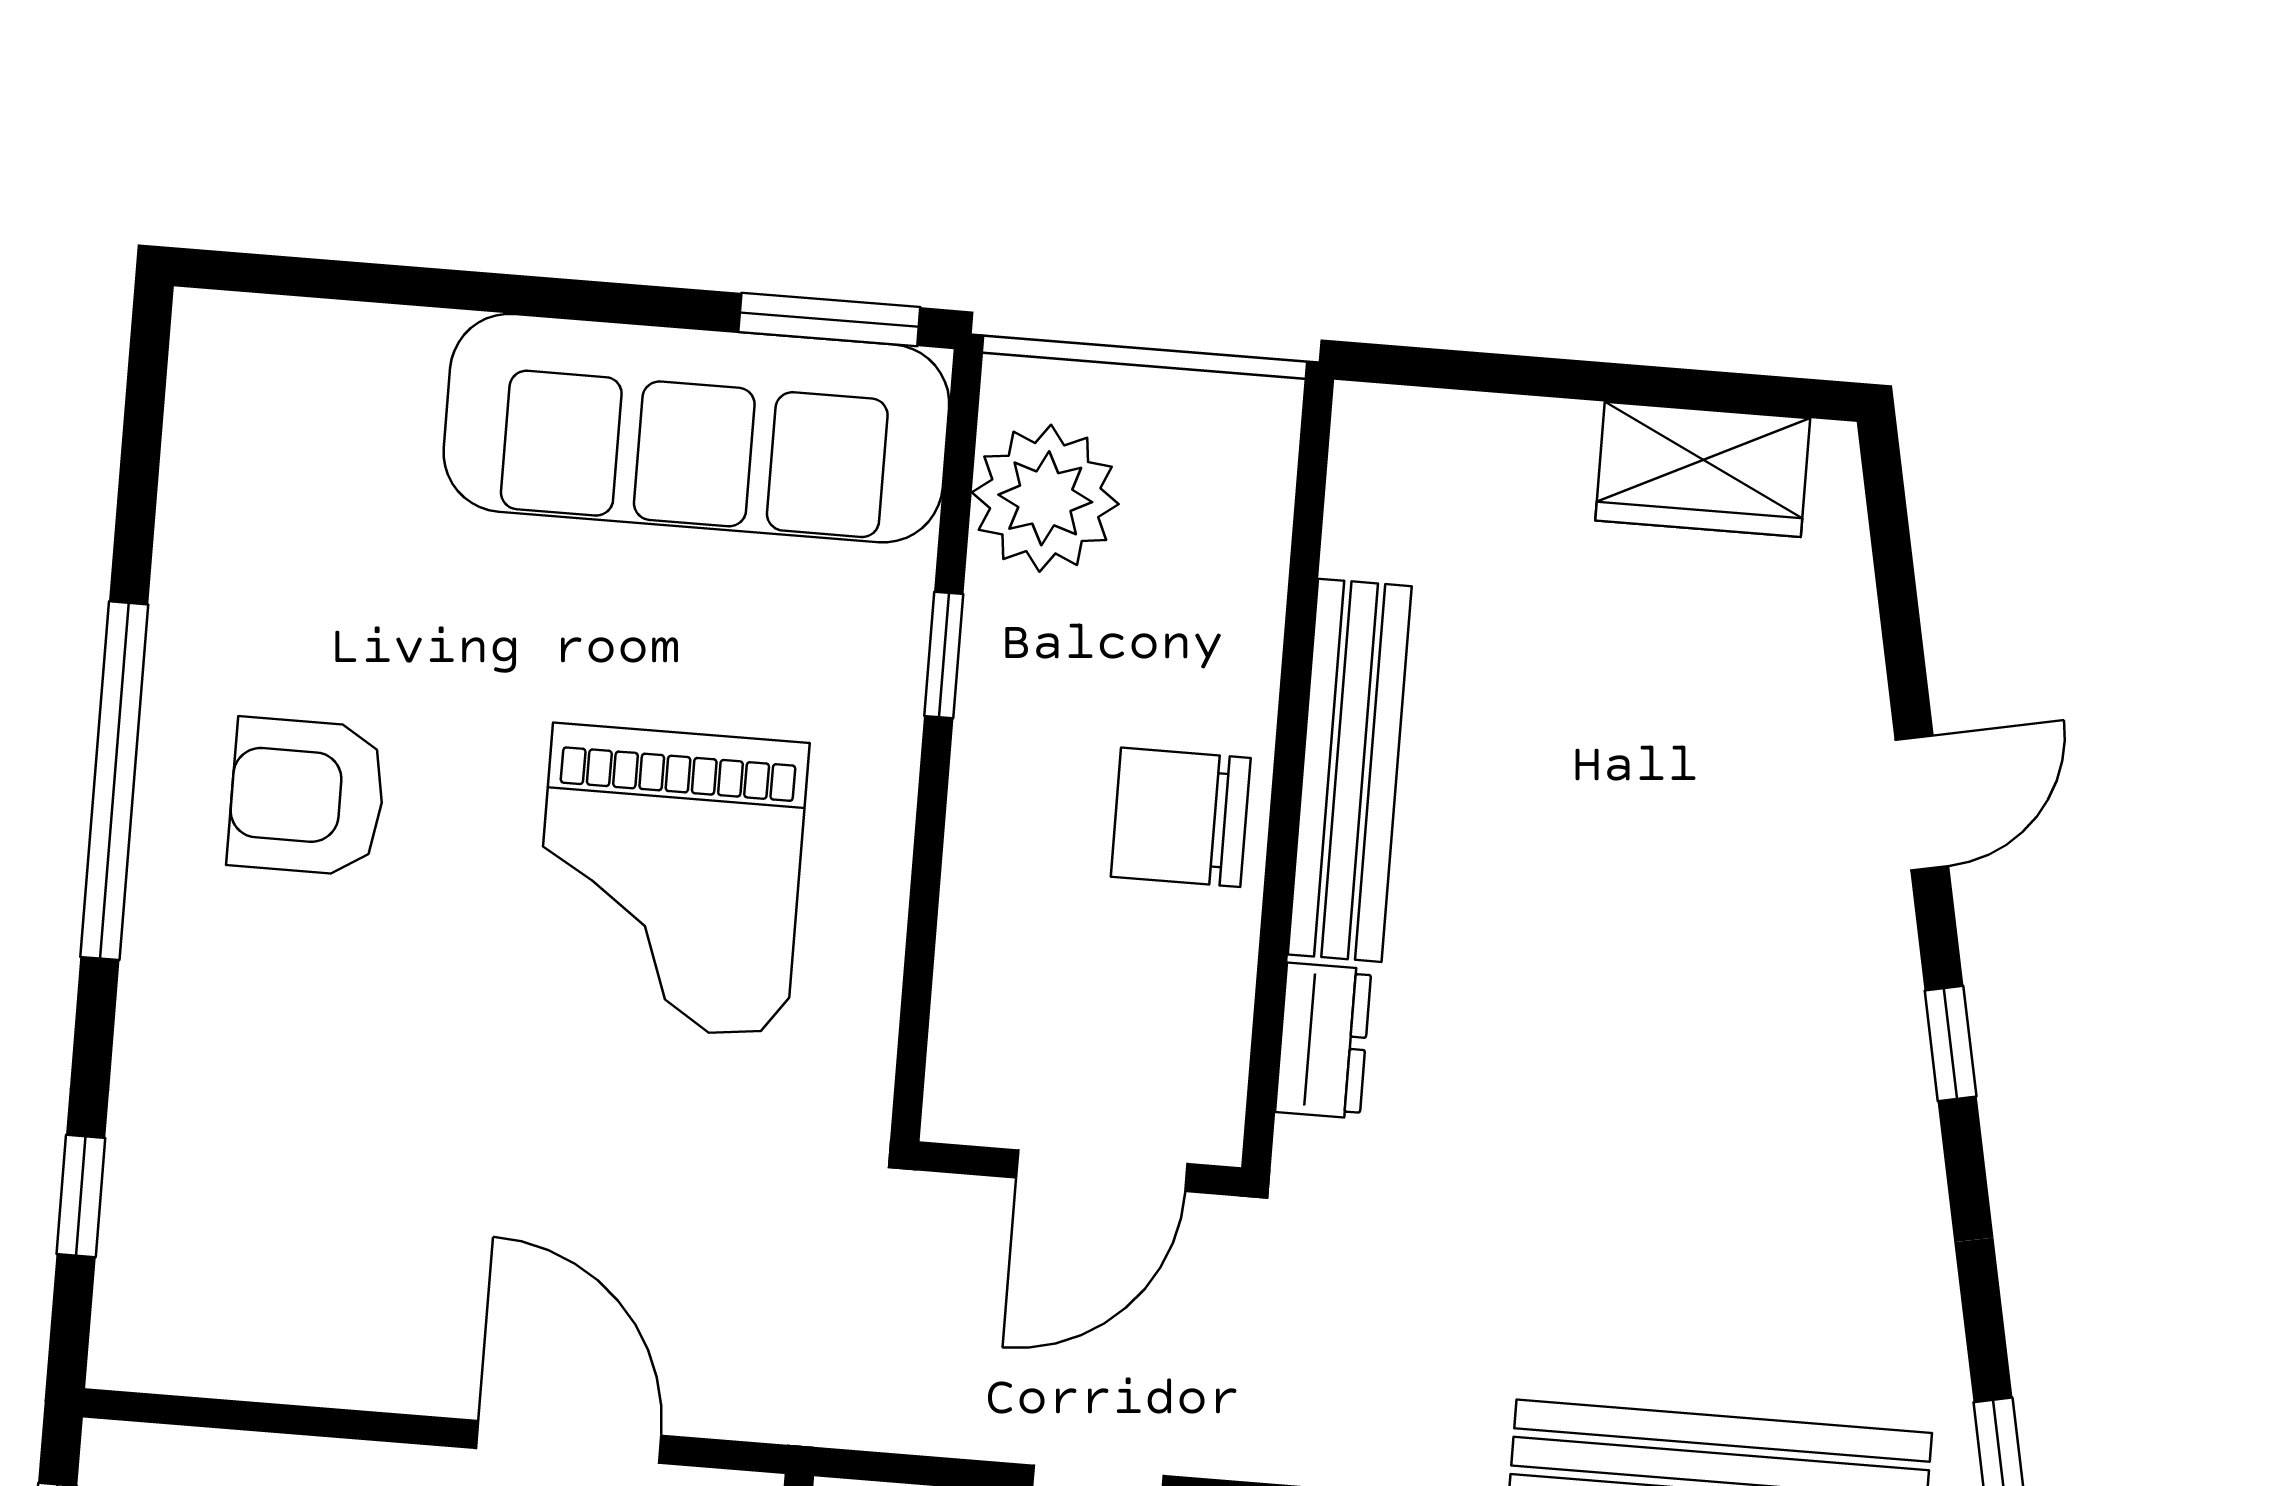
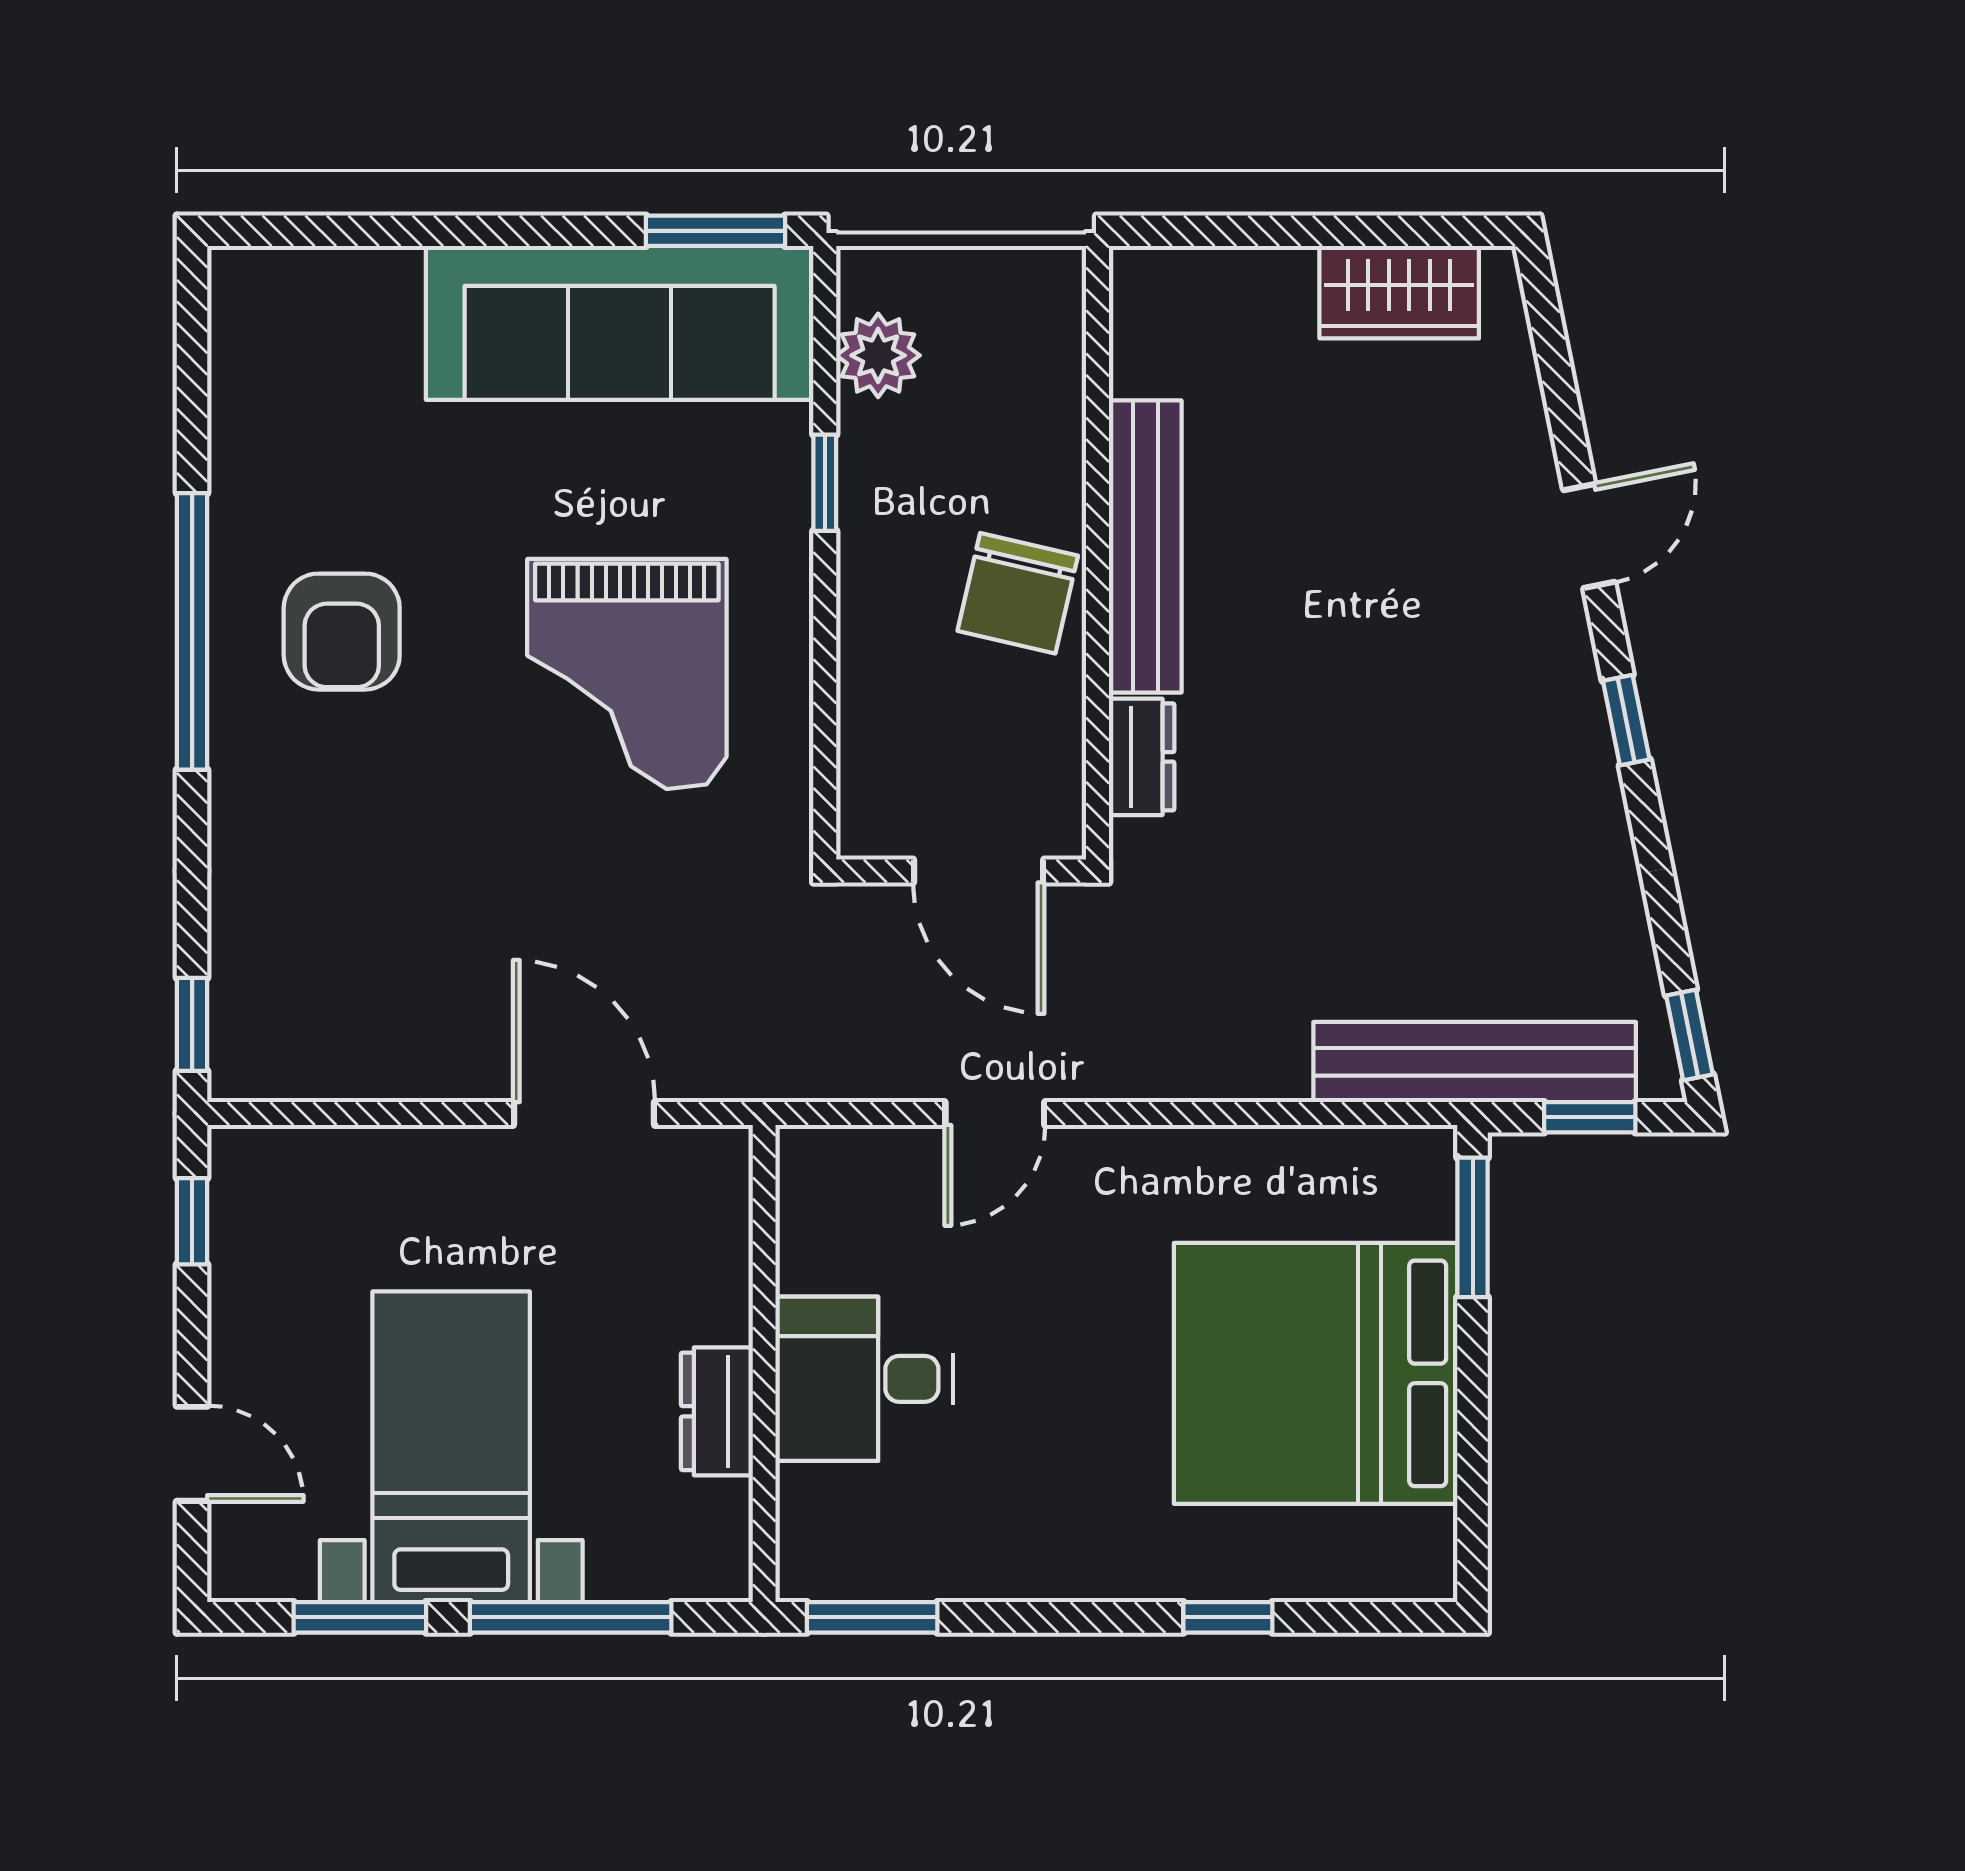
plant: (1045, 498) -> (878, 355), width x0.73, depth x0.73
armchair: (307, 797) -> (342, 632), turned -90
chair: (1181, 817) -> (1018, 593), turned -77
door: (1102, 1171) -> (979, 871), hinge flipped
window: (81, 1196) -> (192, 1024), moved

